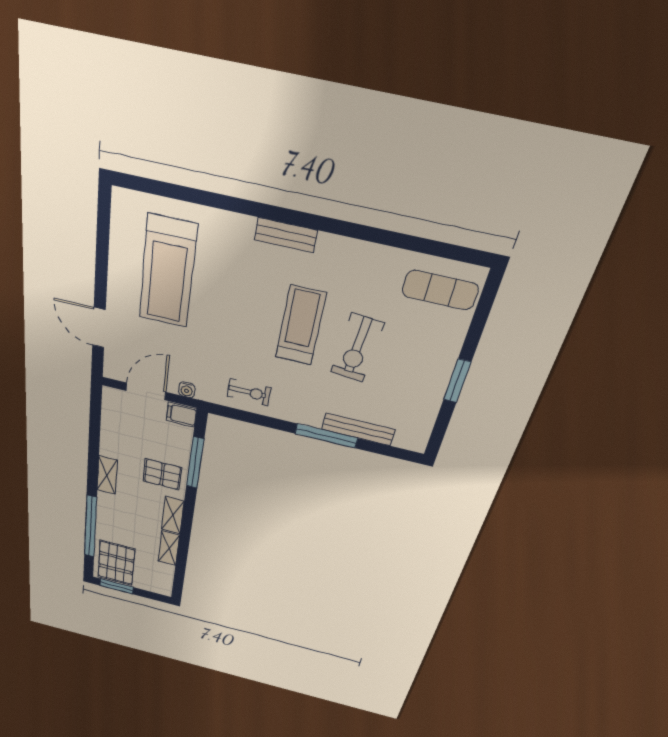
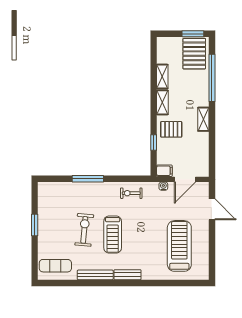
bench: (358, 429) -> (95, 275), moved
window: (195, 463) -> (154, 142), width x0.46

